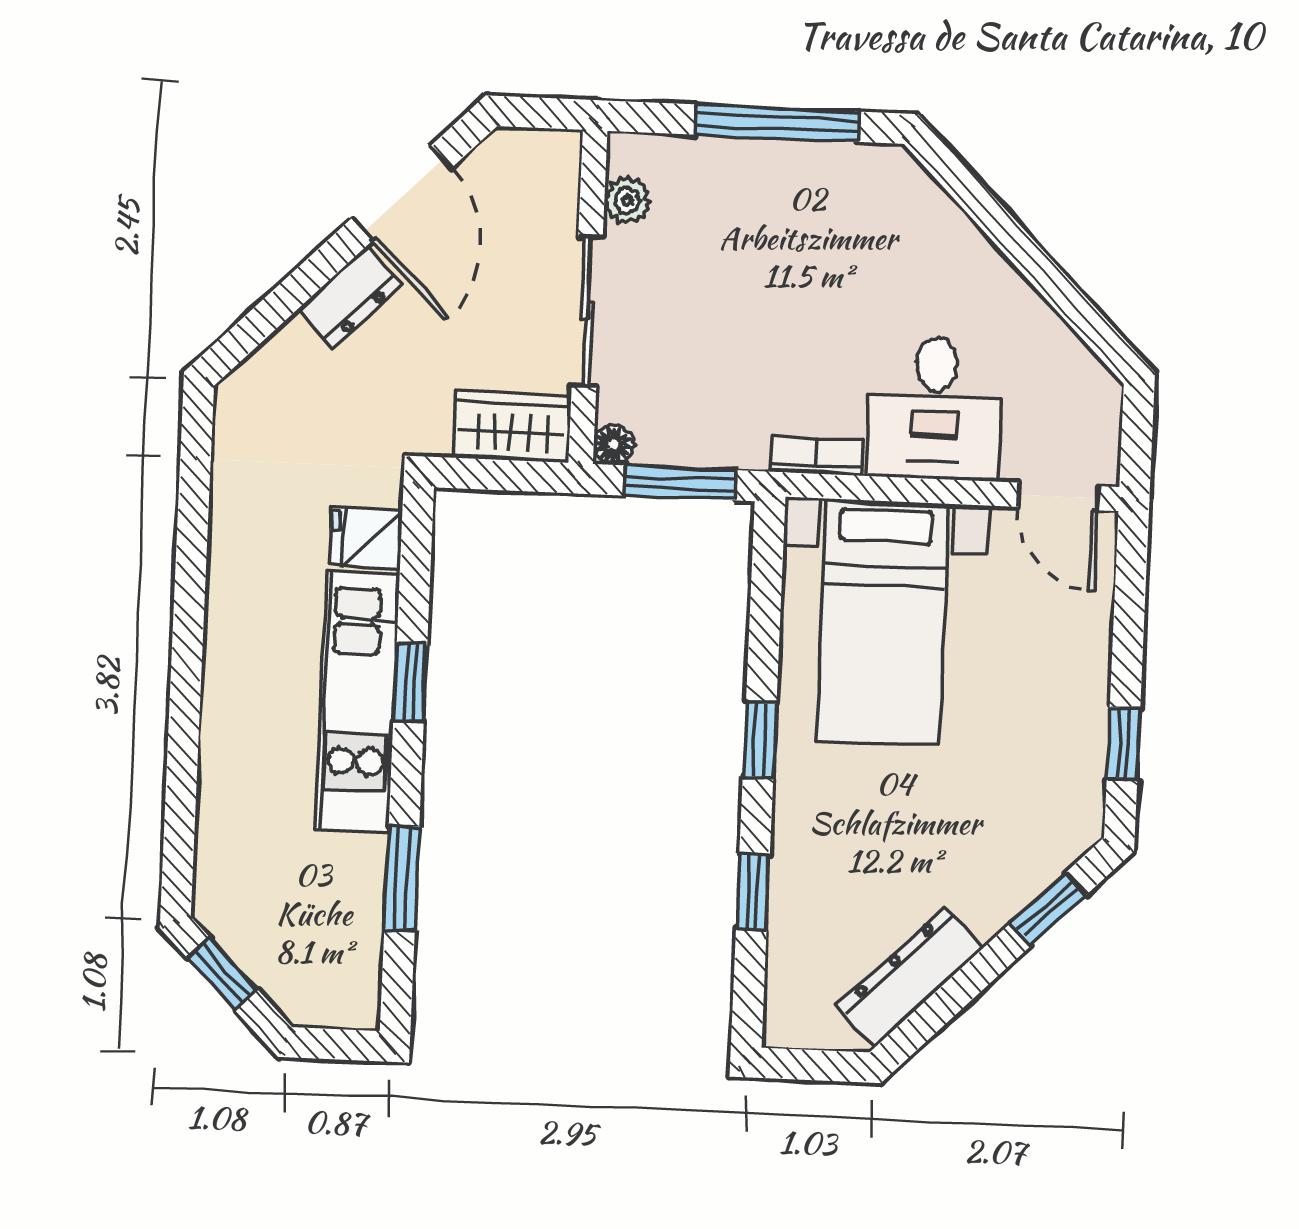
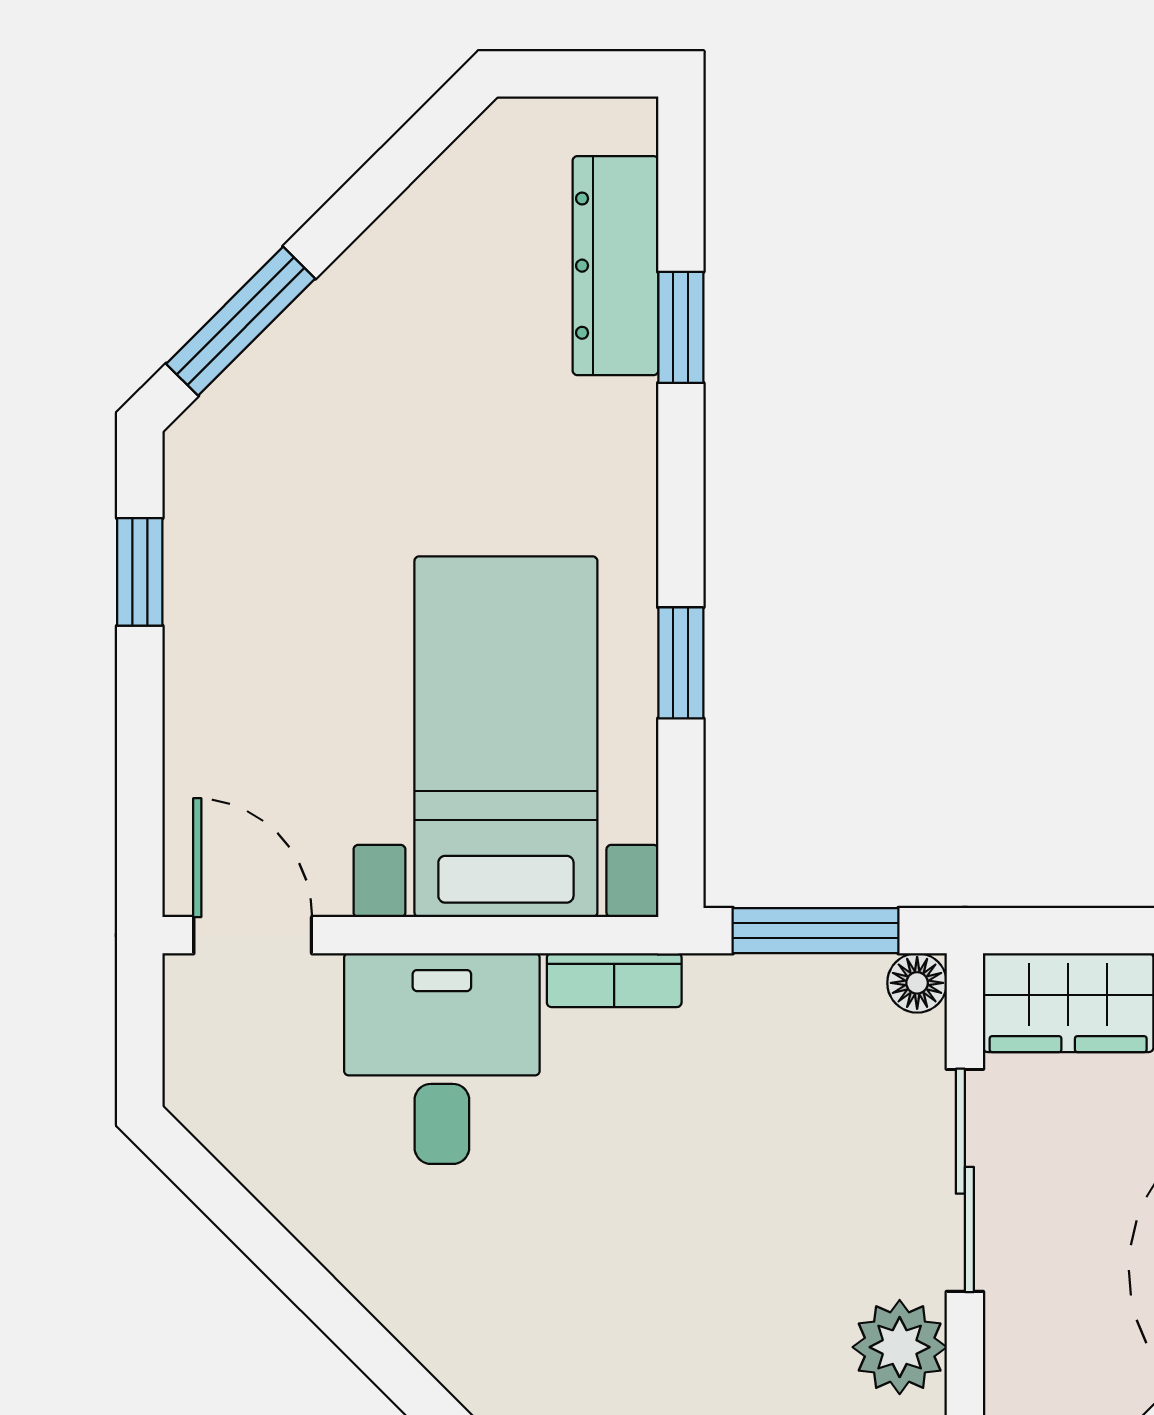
plant: (627, 200) -> (900, 1347), width x1.38, depth x1.38
window: (760, 740) -> (681, 663), moved
window: (1048, 909) -> (241, 321), width x1.50
dresser: (910, 977) -> (615, 266), moved, turned 135

